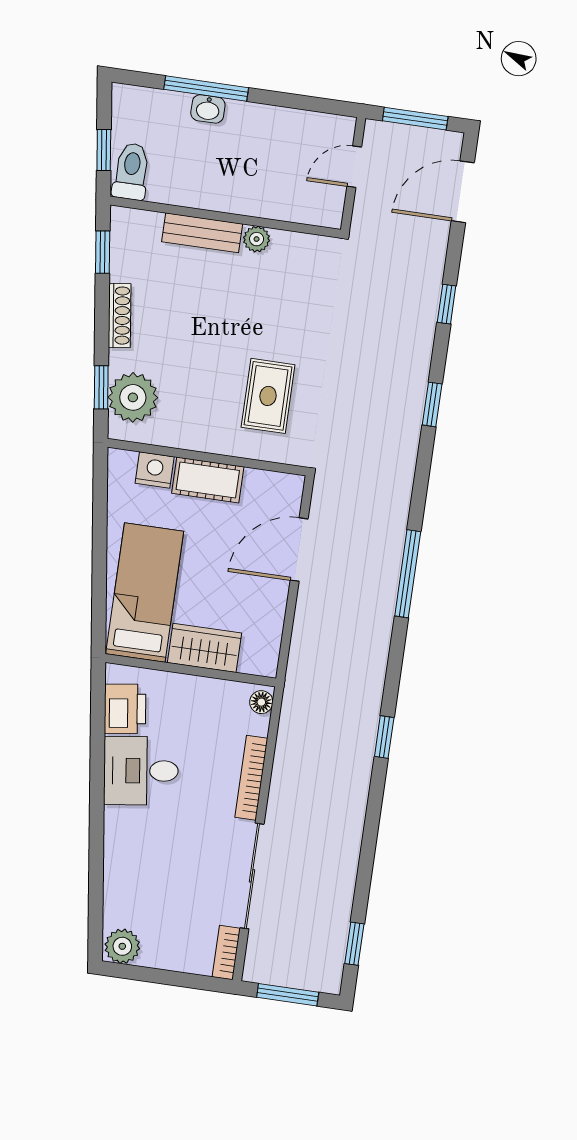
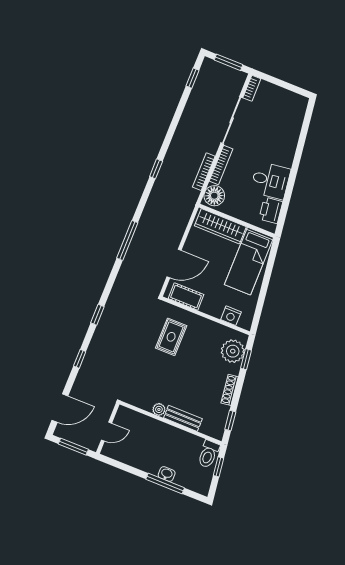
cot: (208, 480) -> (186, 296), moved
wardrobe: (205, 648) -> (220, 226), width x1.50
floor lamp: (261, 702) -> (214, 196), width x1.89, depth x1.89
bookcase: (284, 755) -> (204, 172), added
plant: (122, 946) -> (298, 103), removed

